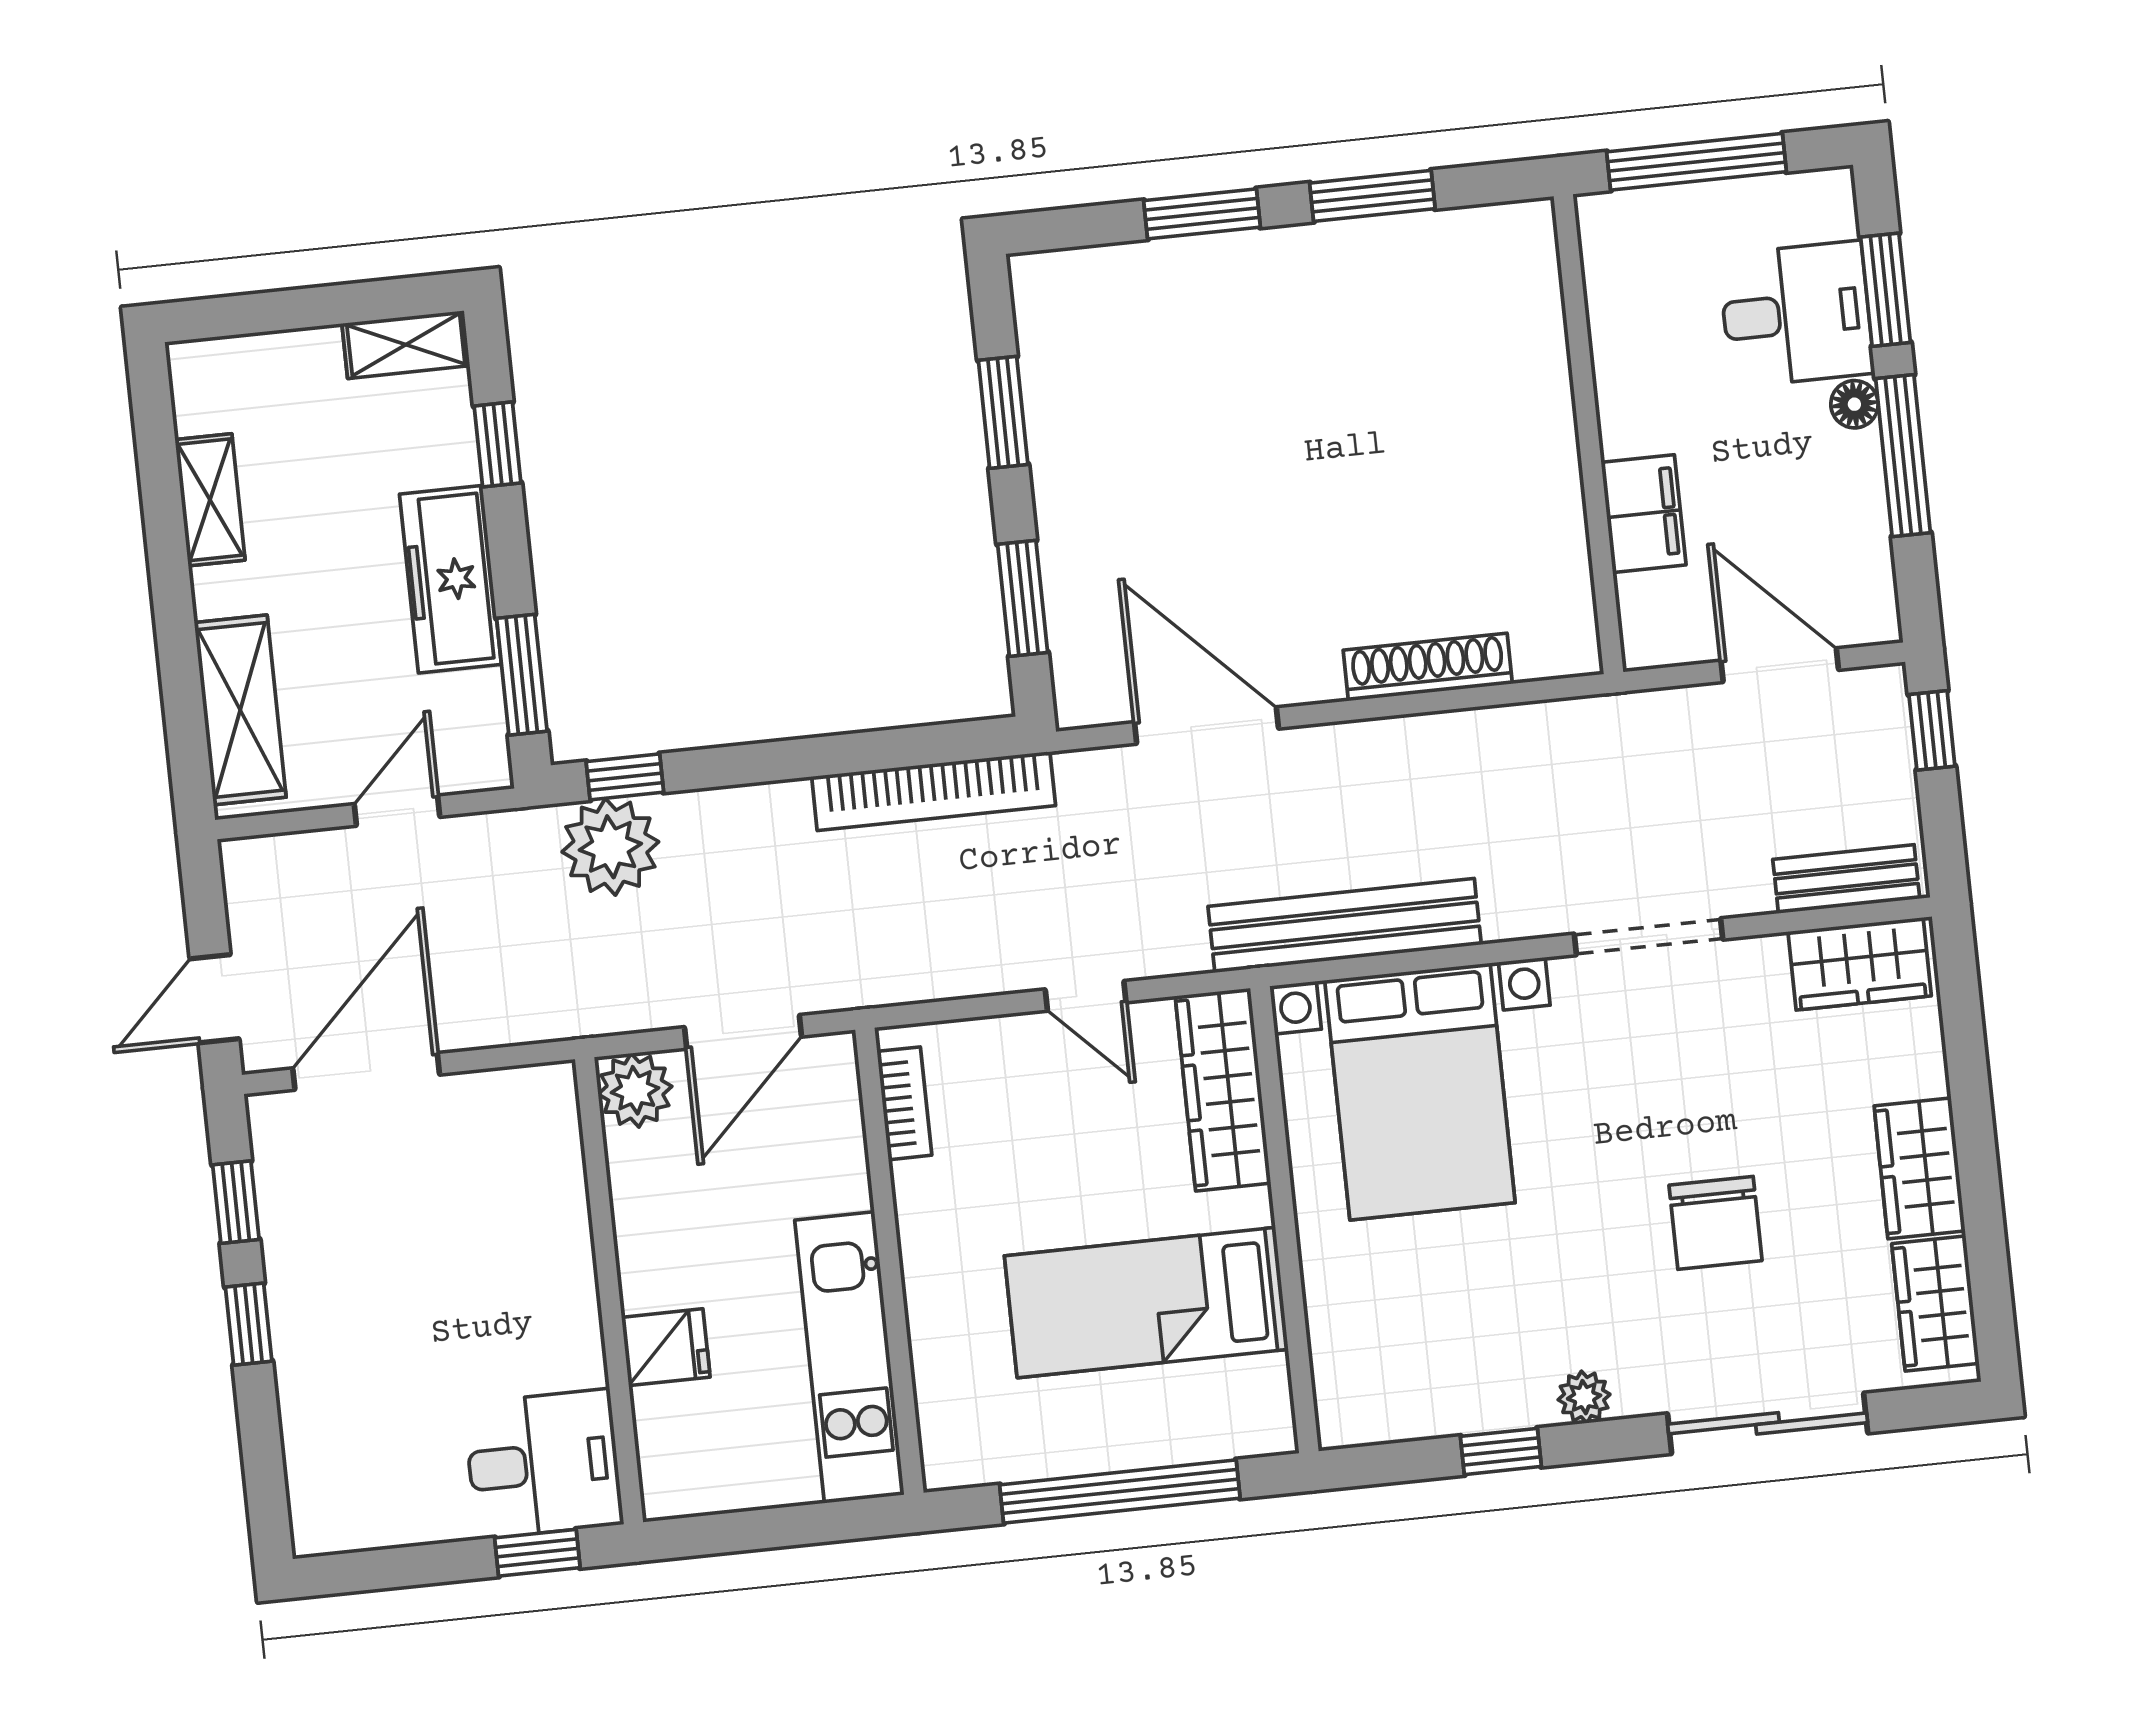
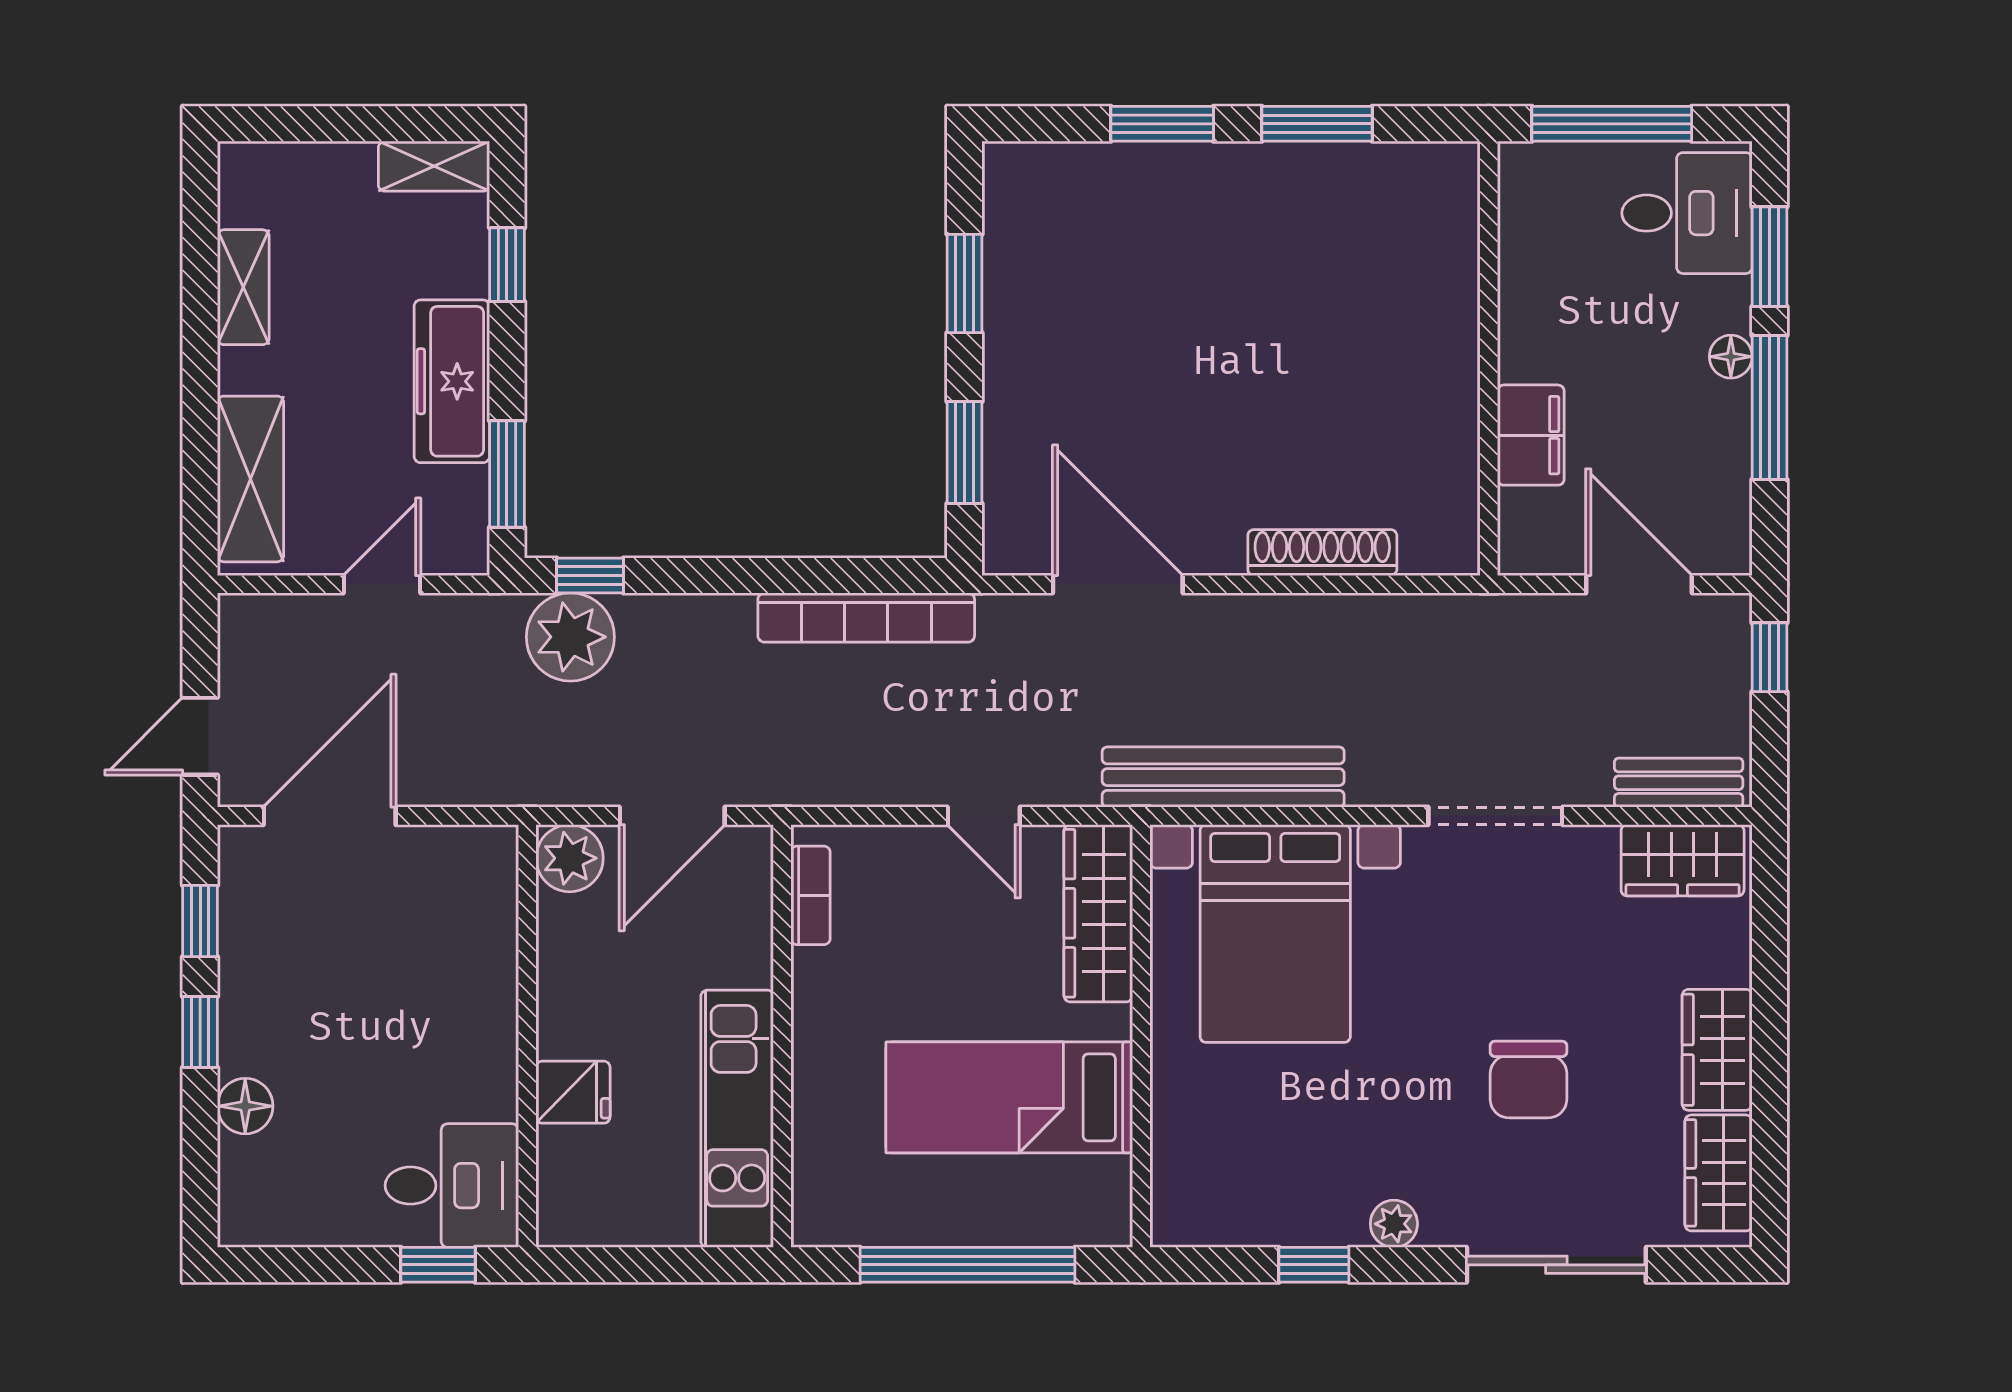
desk: (1796, 314) -> (1687, 213), moved
floor lamp: (307, 1400) -> (245, 1106), added

